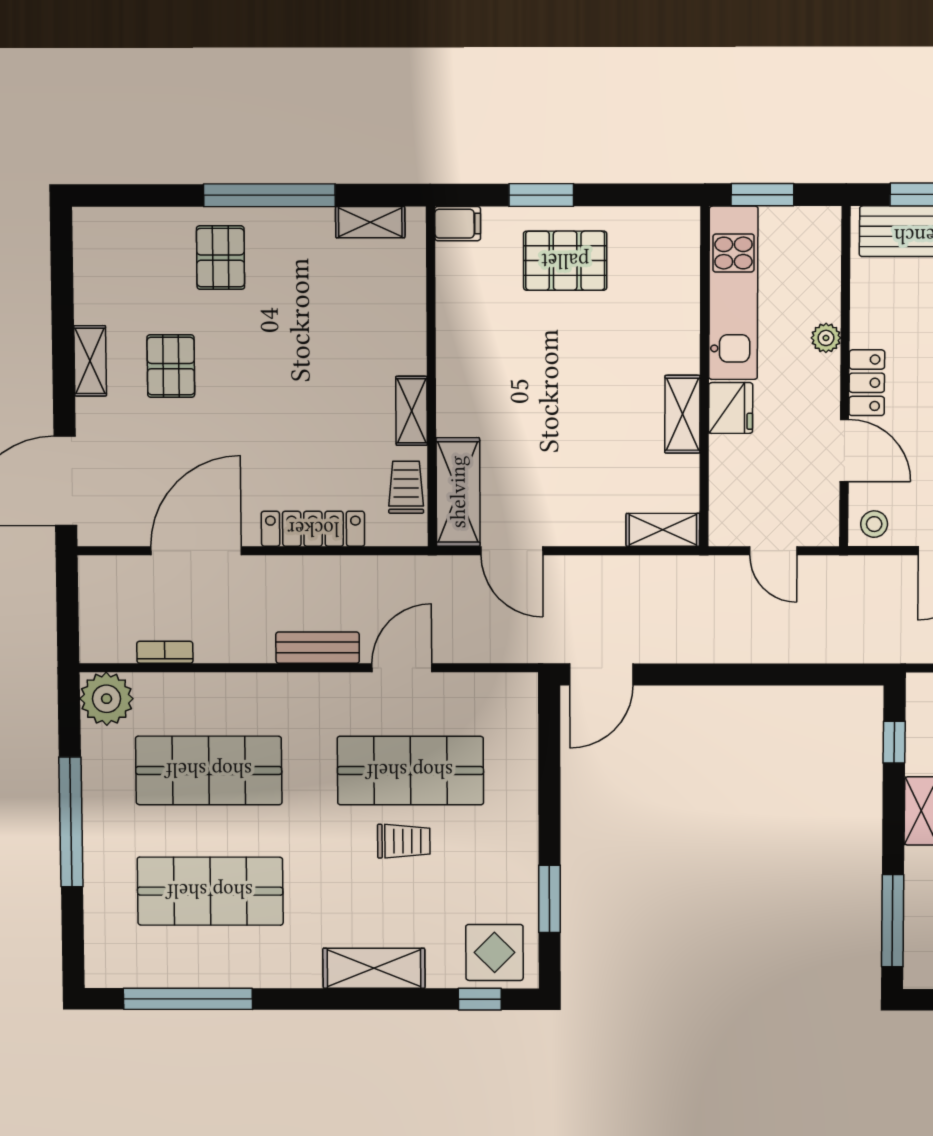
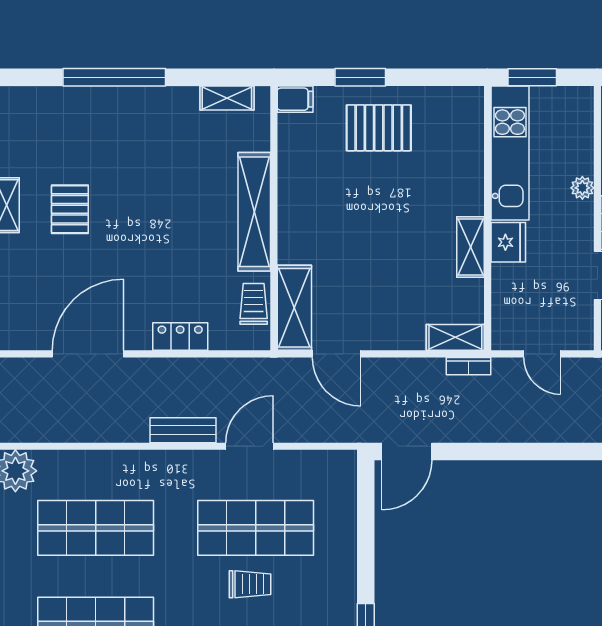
window: (269, 195) -> (114, 77), moved
pallet: (221, 258) -> (110, 125), removed
shelving: (412, 411) -> (254, 212), width x2.20, depth x1.33
locker: (313, 529) -> (180, 337), width x0.66
bookcase: (165, 652) -> (469, 366), moved, turned 180

